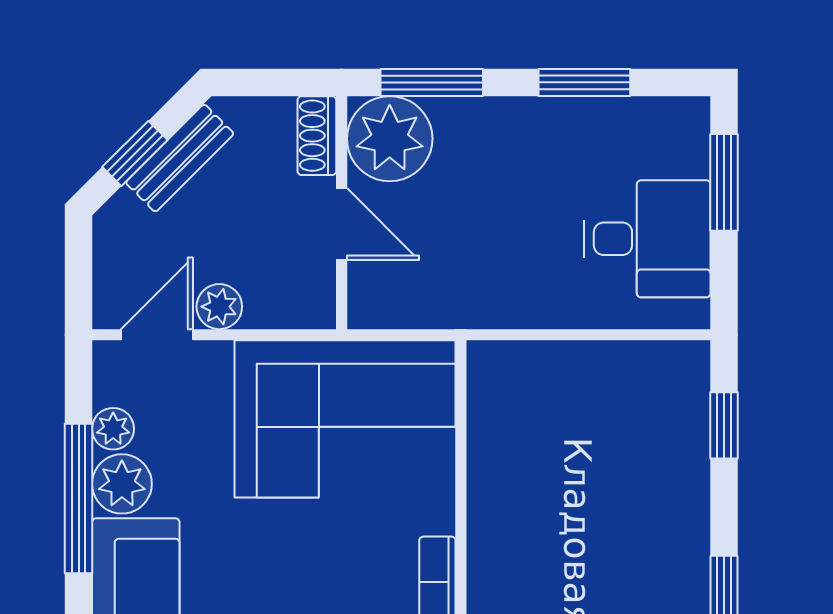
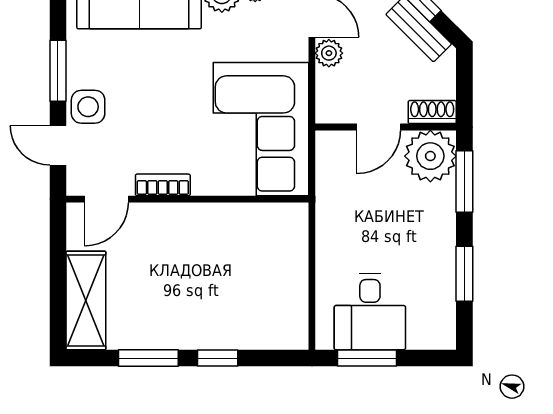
window: (724, 182) -> (367, 358), moved
window: (724, 425) -> (218, 358), moved

